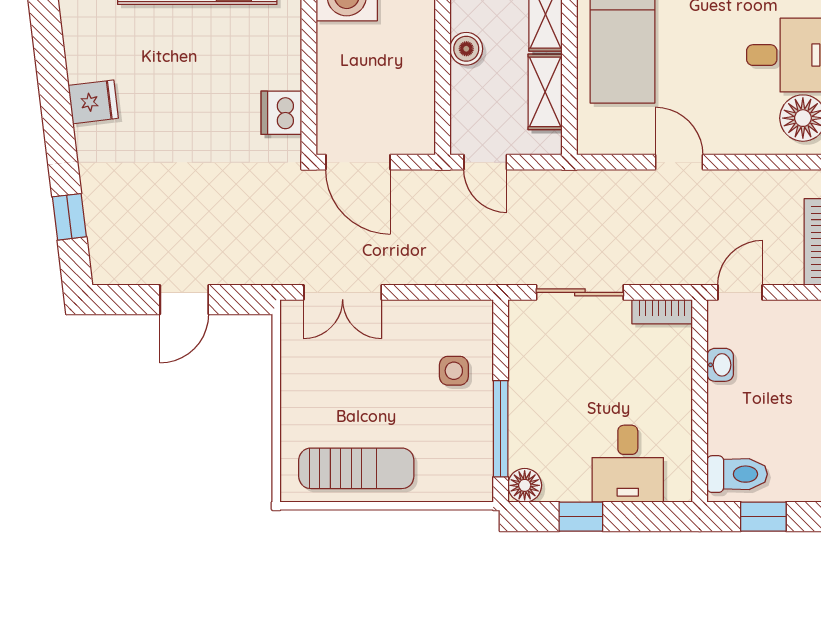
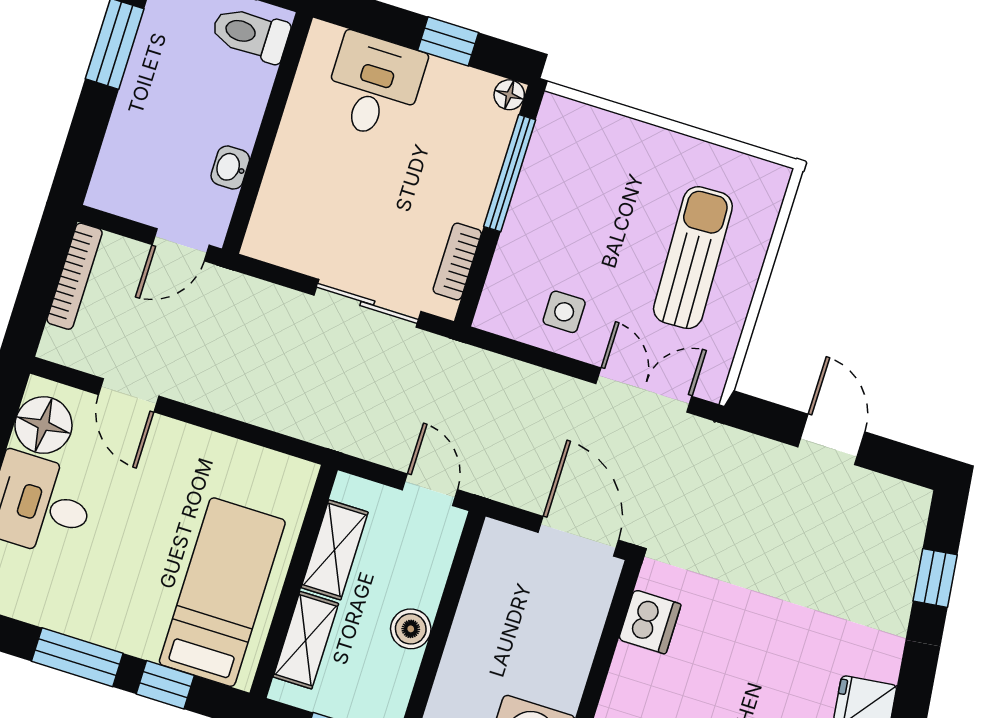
door: (679, 162) -> (129, 395), moved
door: (184, 300) -> (831, 439), hinge flipped
bookcase: (662, 312) -> (457, 261), moved, turned -90
side table: (454, 371) -> (564, 312), moved
sun lounger: (356, 468) -> (693, 258), moved, turned 88
floor lamp: (525, 485) -> (509, 95), width x0.73, depth x0.73

